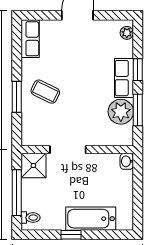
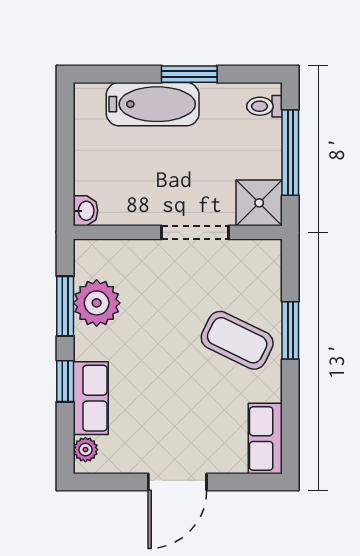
row of seats: (124, 78) -> (91, 398), moved
coffee table: (45, 92) -> (237, 340), width x1.36, depth x1.30
window: (71, 235) -> (189, 74), width x1.50

